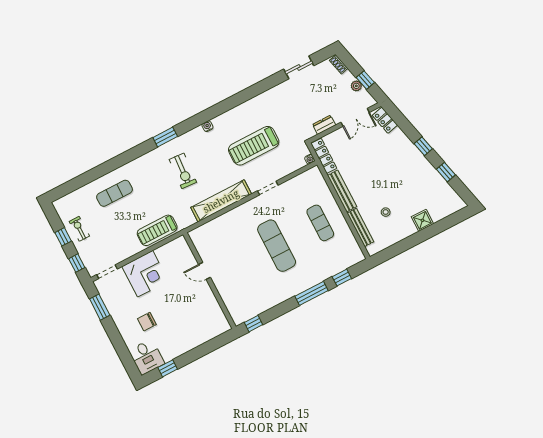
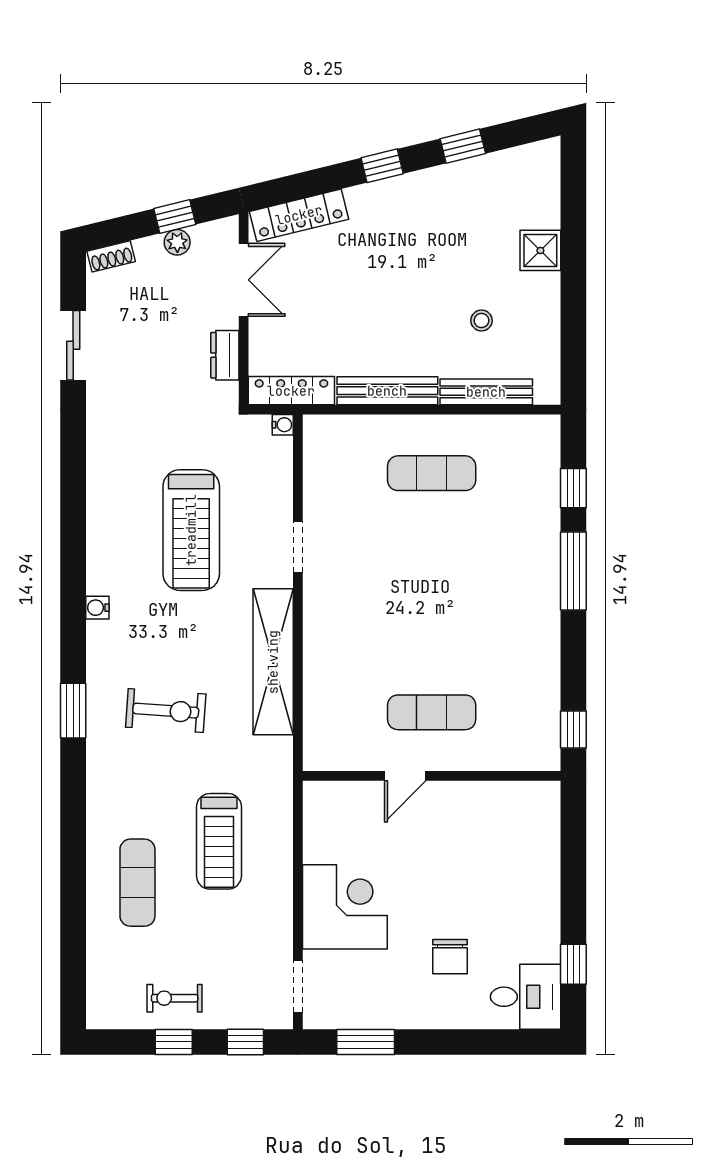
locker: (385, 120) -> (299, 215), width x1.53
treadmill: (157, 230) -> (219, 841), moved
exercise mat: (277, 246) -> (432, 712), moved, width x0.73, depth x0.69

